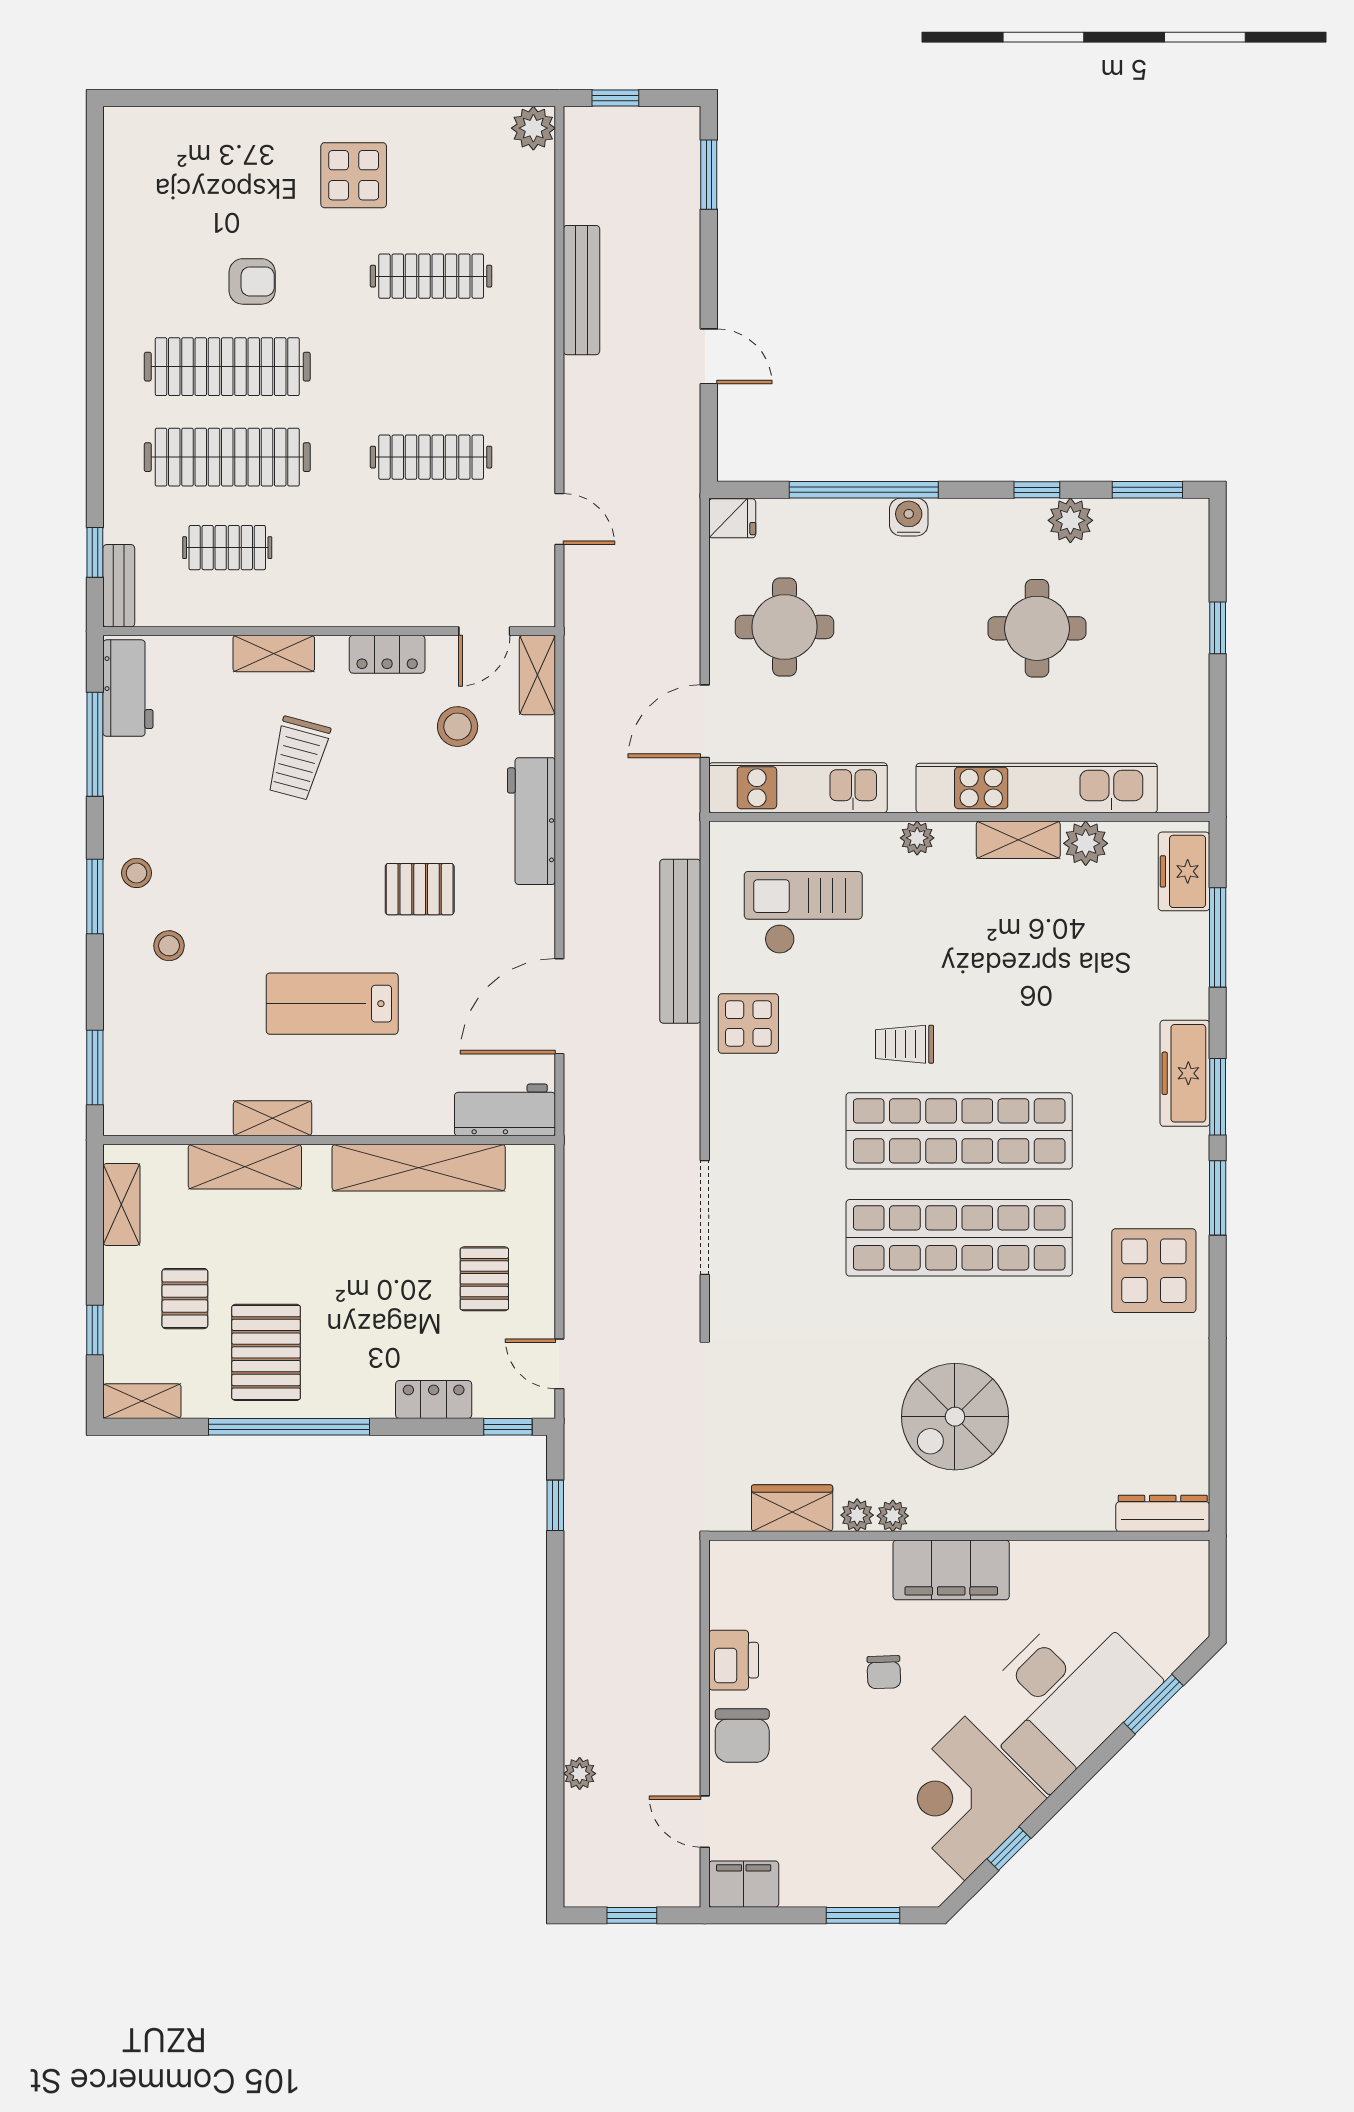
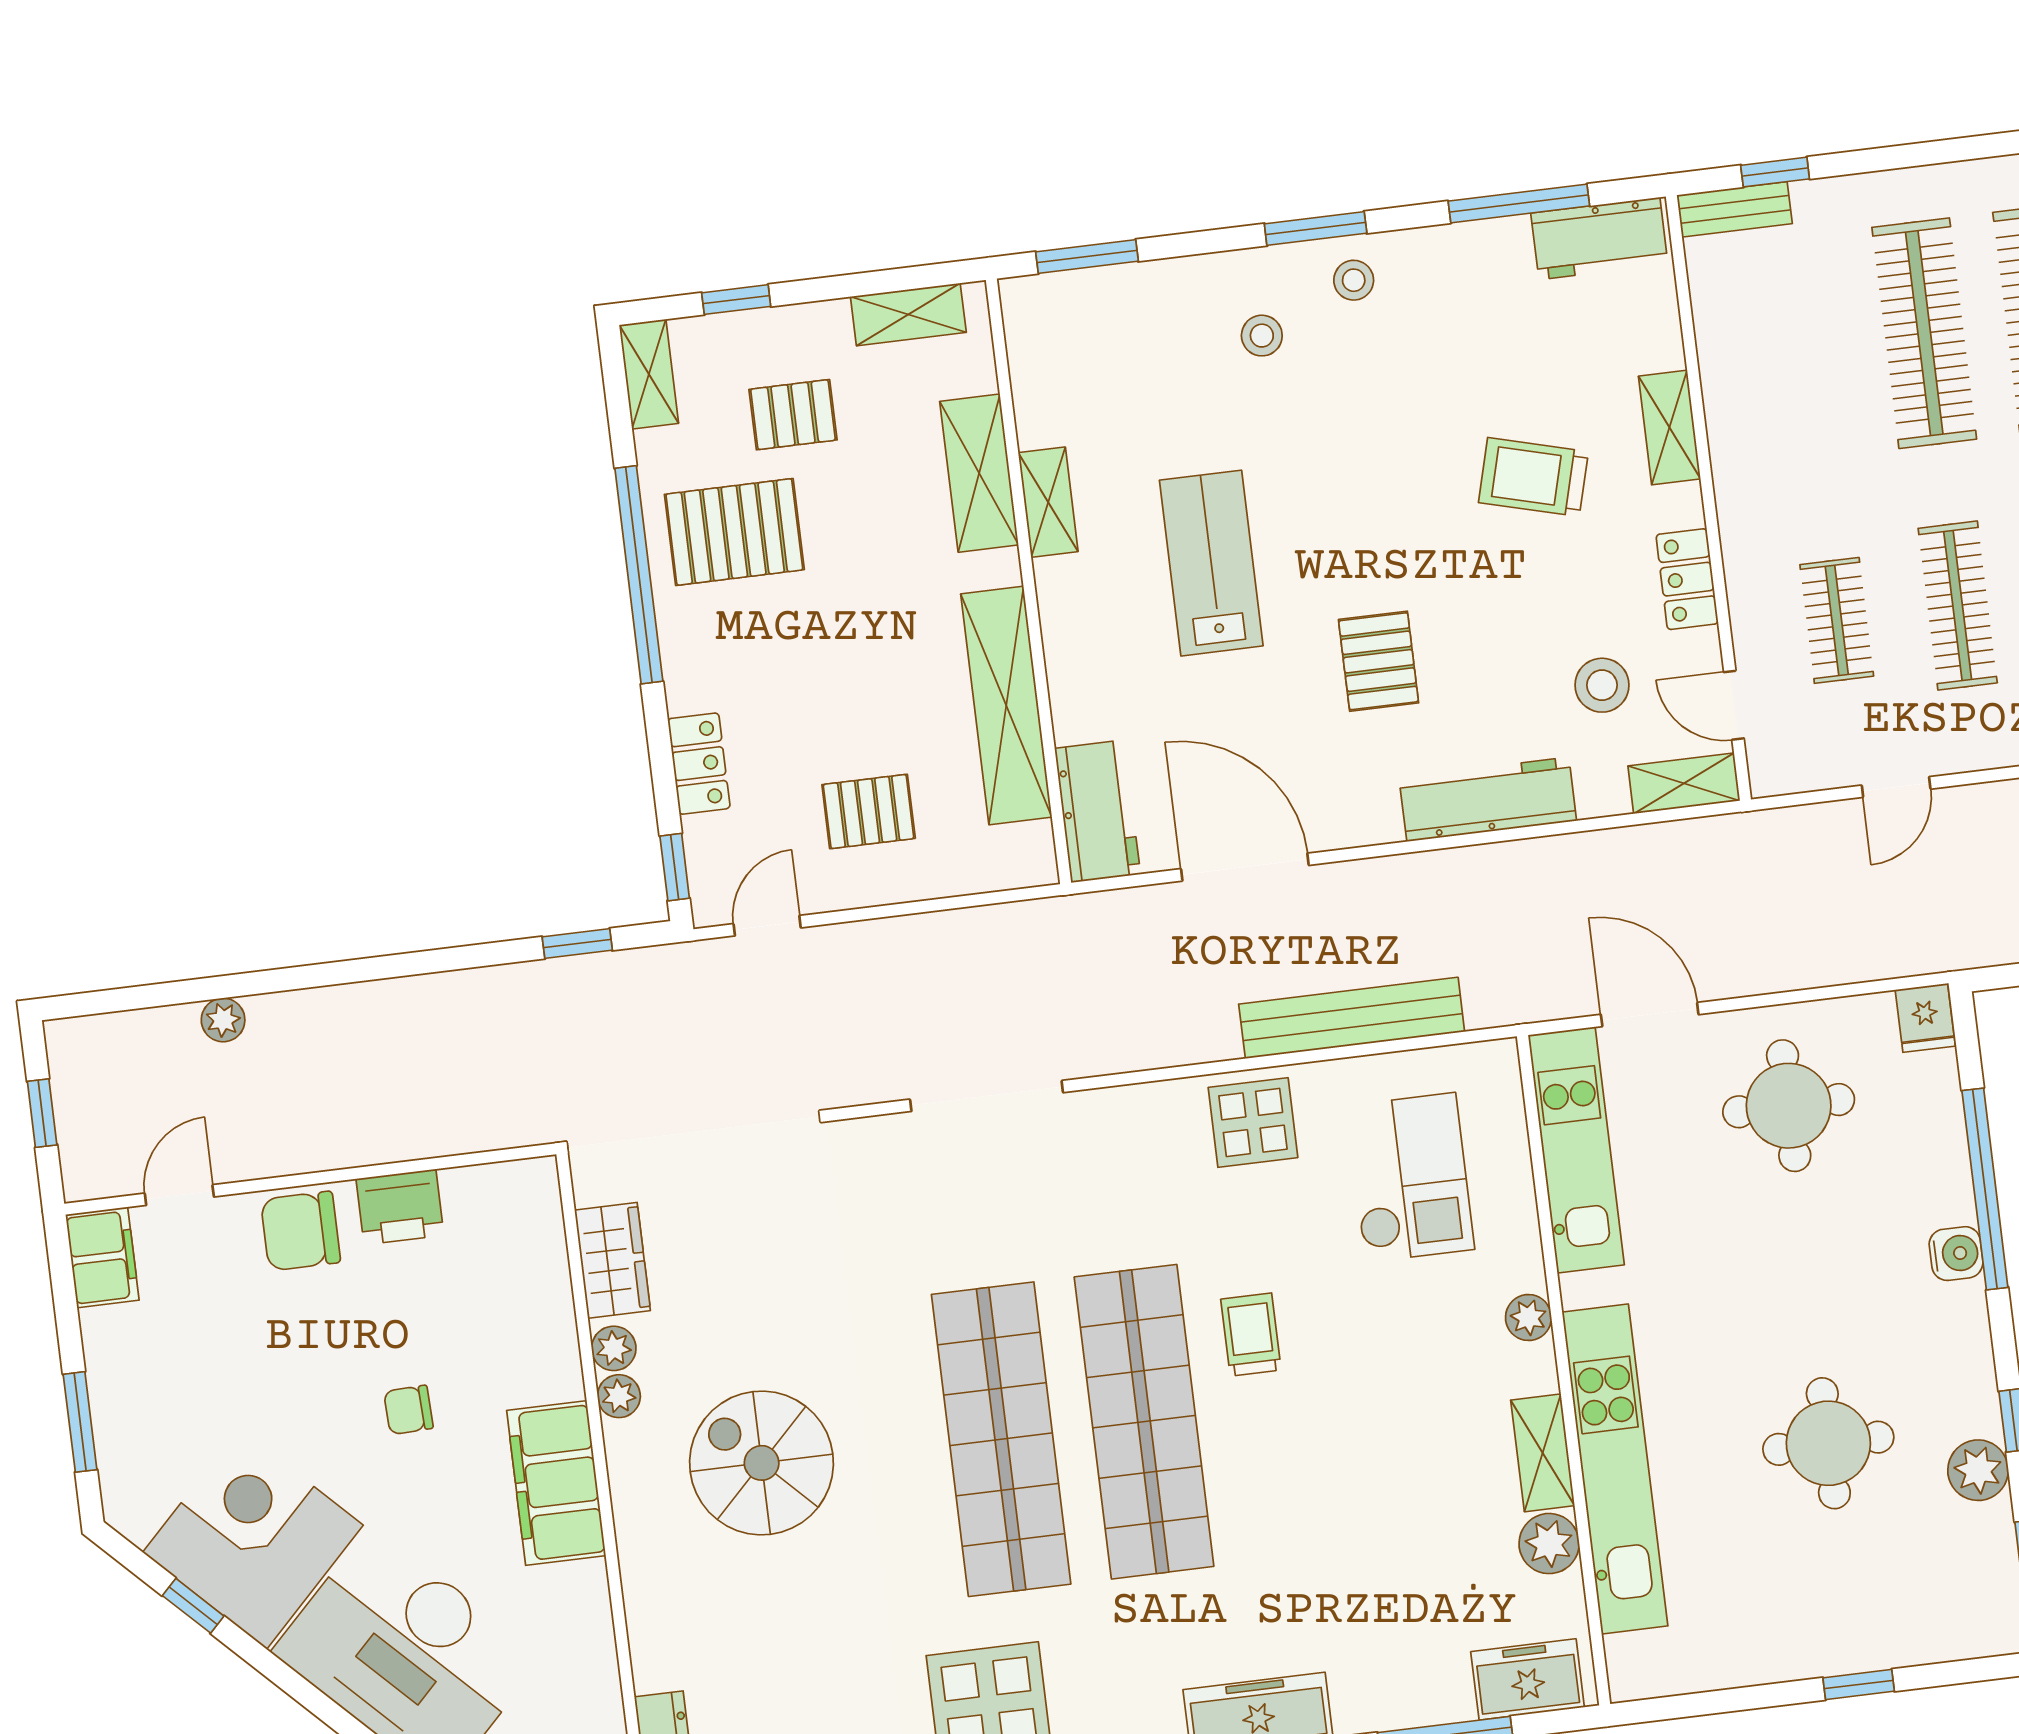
clothes rail: (227, 548) -> (1837, 620), moved

